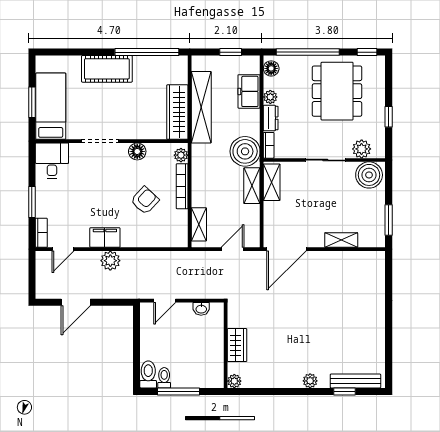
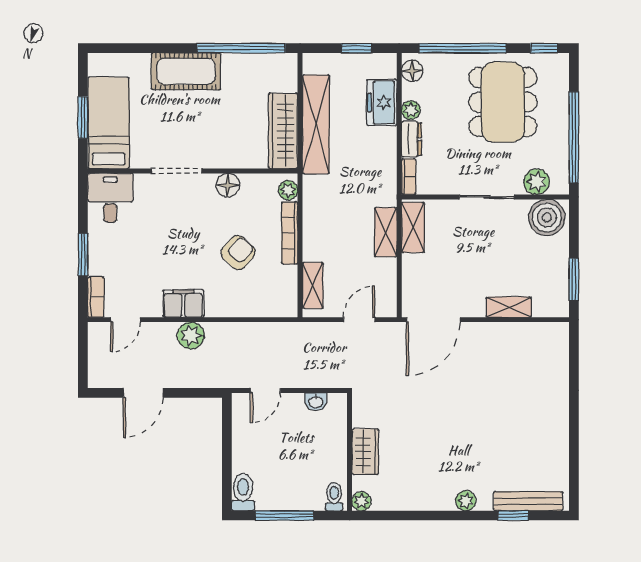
window: (389, 117) -> (574, 137), width x3.17
boiler: (245, 151) -> (376, 185), removed
toilet: (164, 378) -> (334, 497), moved

